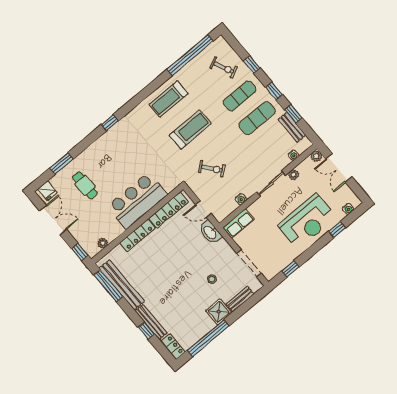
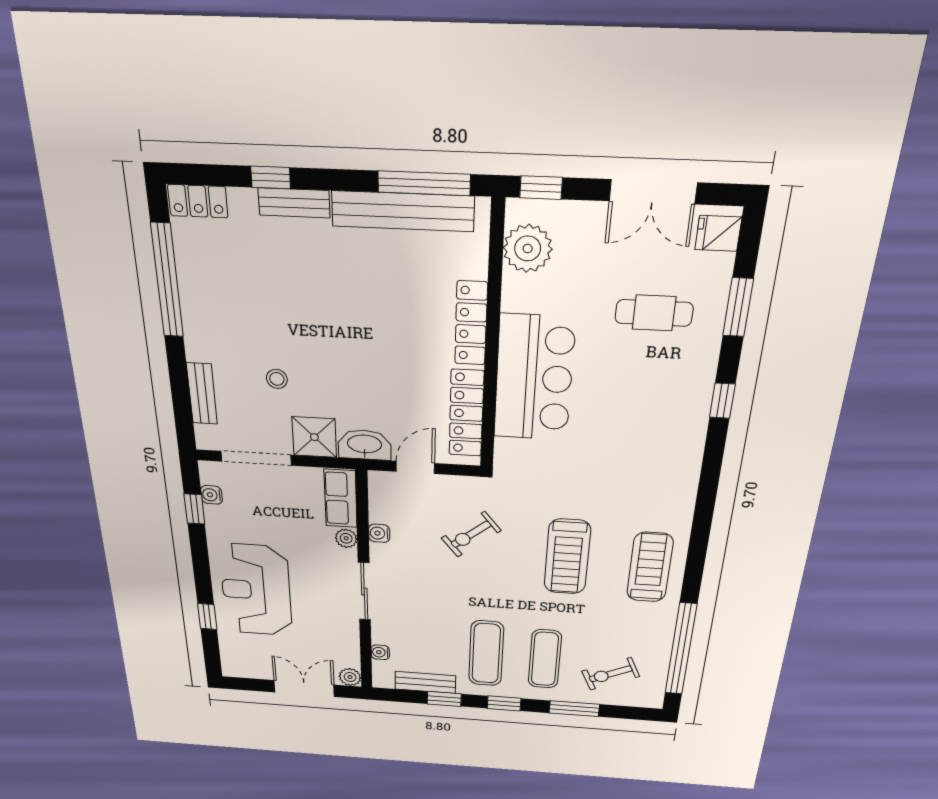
window: (252, 64) -> (574, 709), width x1.50
window: (110, 123) -> (722, 401), moved
plant: (294, 175) -> (346, 538), moved
water cooler: (348, 209) -> (212, 495), moved
plant: (103, 243) -> (528, 248), width x1.87, depth x1.87
shower: (219, 312) -> (314, 437), moved
bench: (151, 322) -> (294, 203), width x0.73

